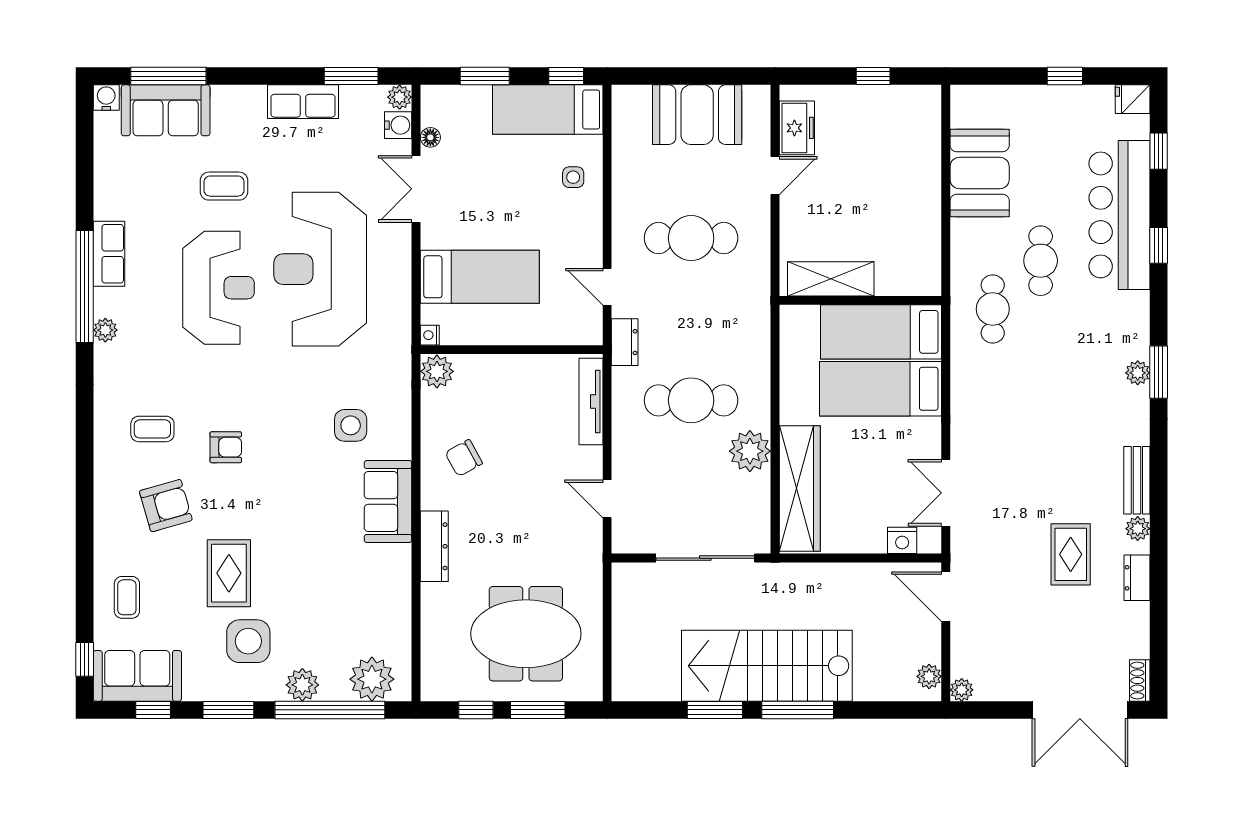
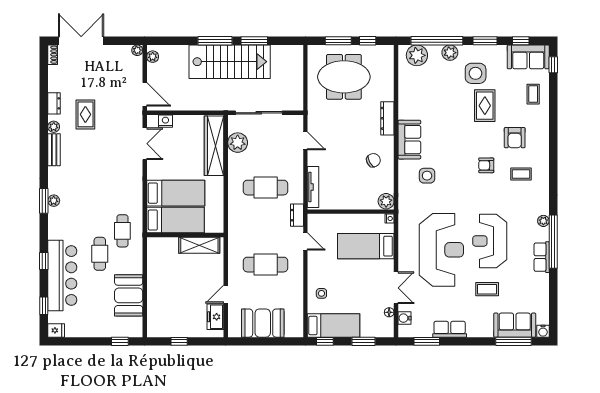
window: (1065, 76) -> (120, 341), moved
plant: (400, 97) -> (404, 331), removed
plant: (750, 451) -> (238, 143), moved
armchair: (166, 506) -> (515, 138), turned -74

